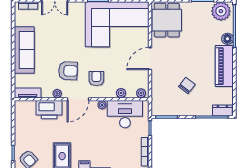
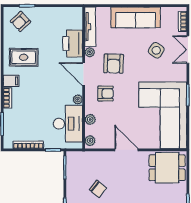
side table: (55, 30) -> (156, 50), added
tv unit: (28, 93) -> (90, 27), width x1.41

